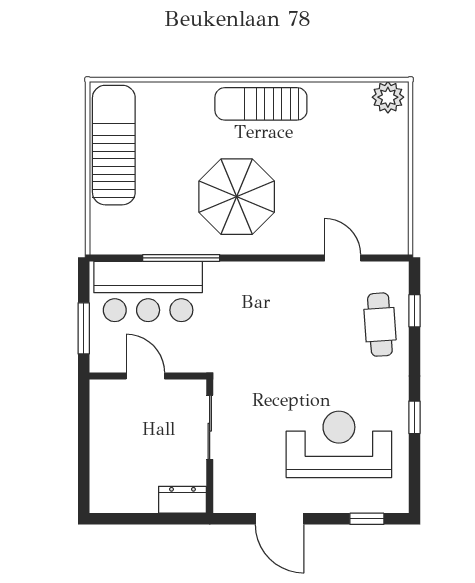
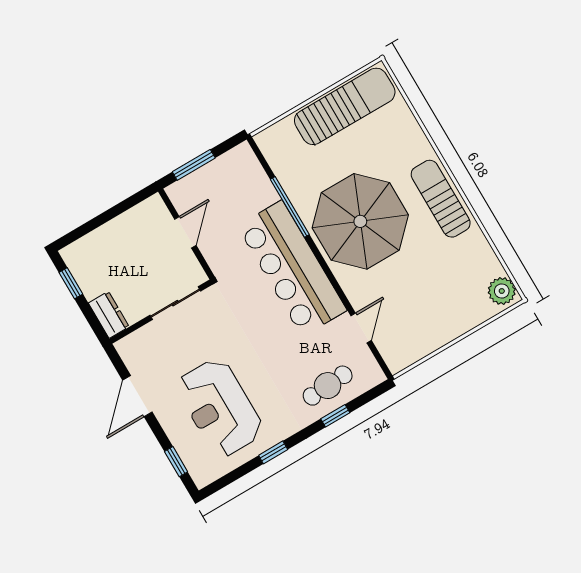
parasol: (237, 197) -> (360, 221), width x1.36, depth x1.36
bar counter: (148, 291) -> (292, 268), moved, width x1.36
window: (414, 311) -> (335, 416), moved
reception desk: (339, 444) -> (220, 408), turned 180
window: (129, 519) -> (71, 283), added

